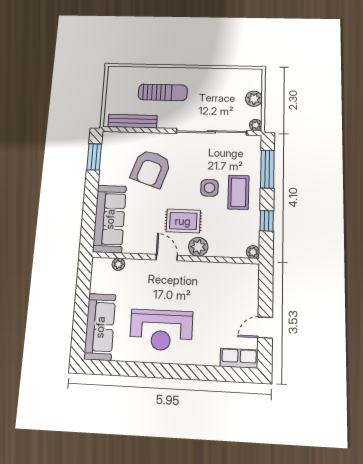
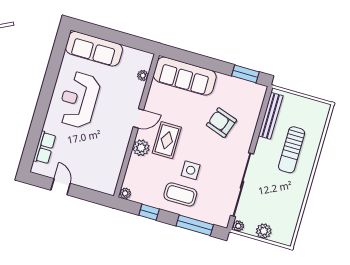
armchair: (151, 169) -> (221, 123), width x0.73, depth x0.73
row of seats: (239, 358) -> (44, 148), moved

